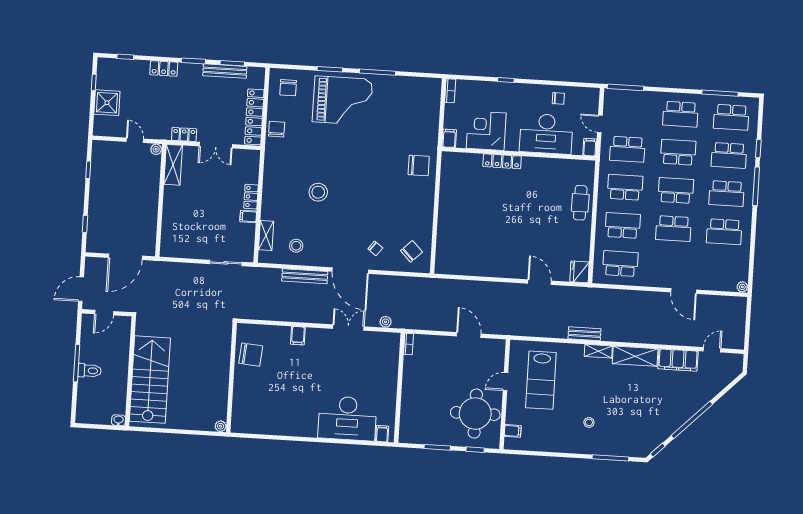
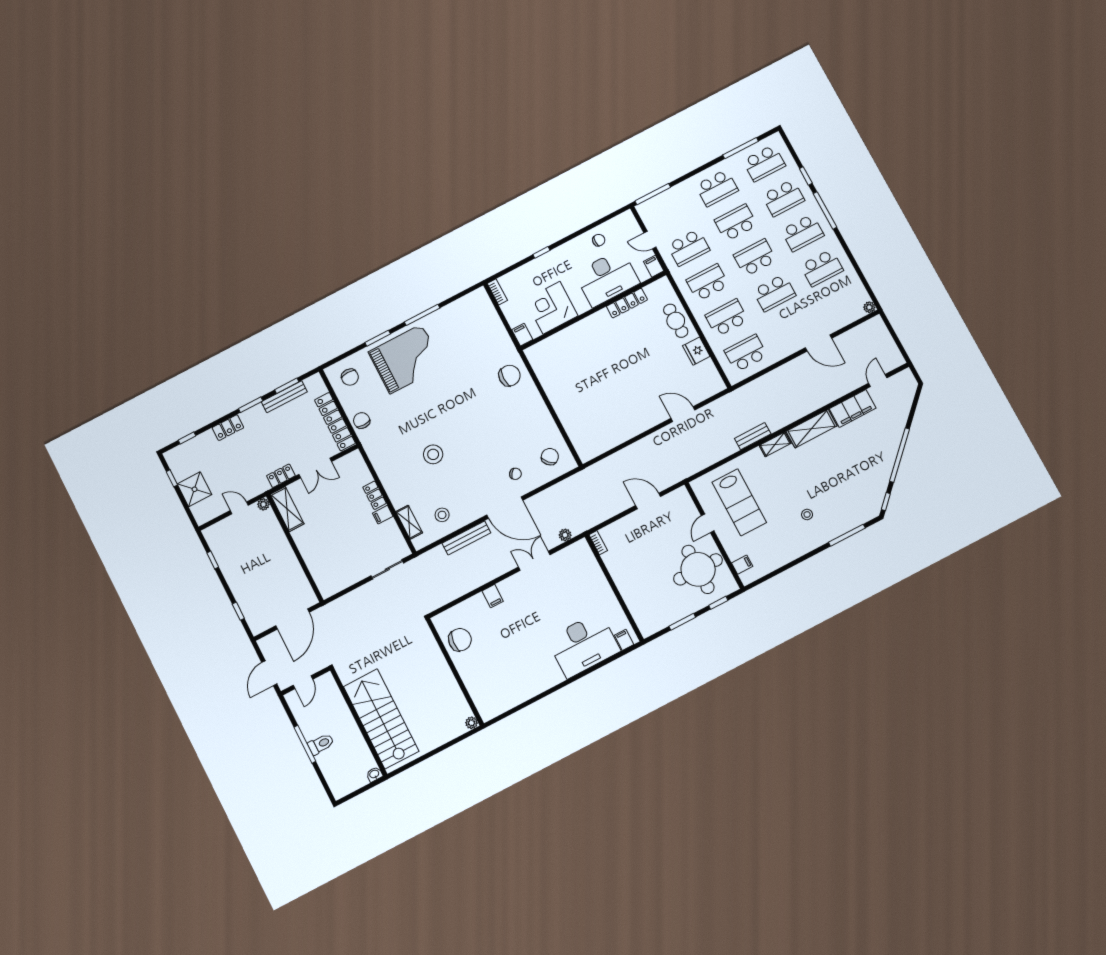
locker: (502, 161) -> (627, 303), moved
fridge: (580, 272) -> (696, 351), moved

